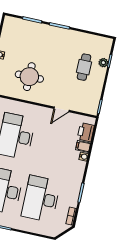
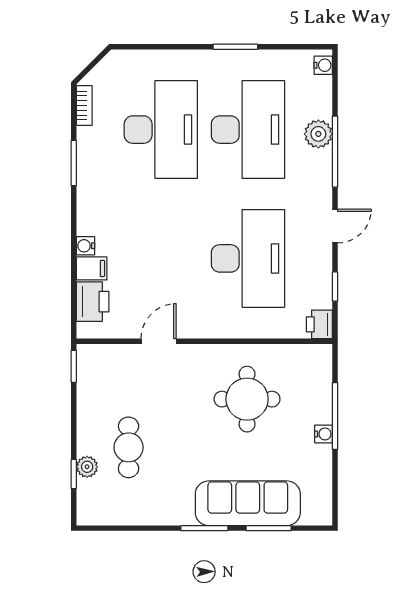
sofa: (39, 32) -> (248, 503), added

